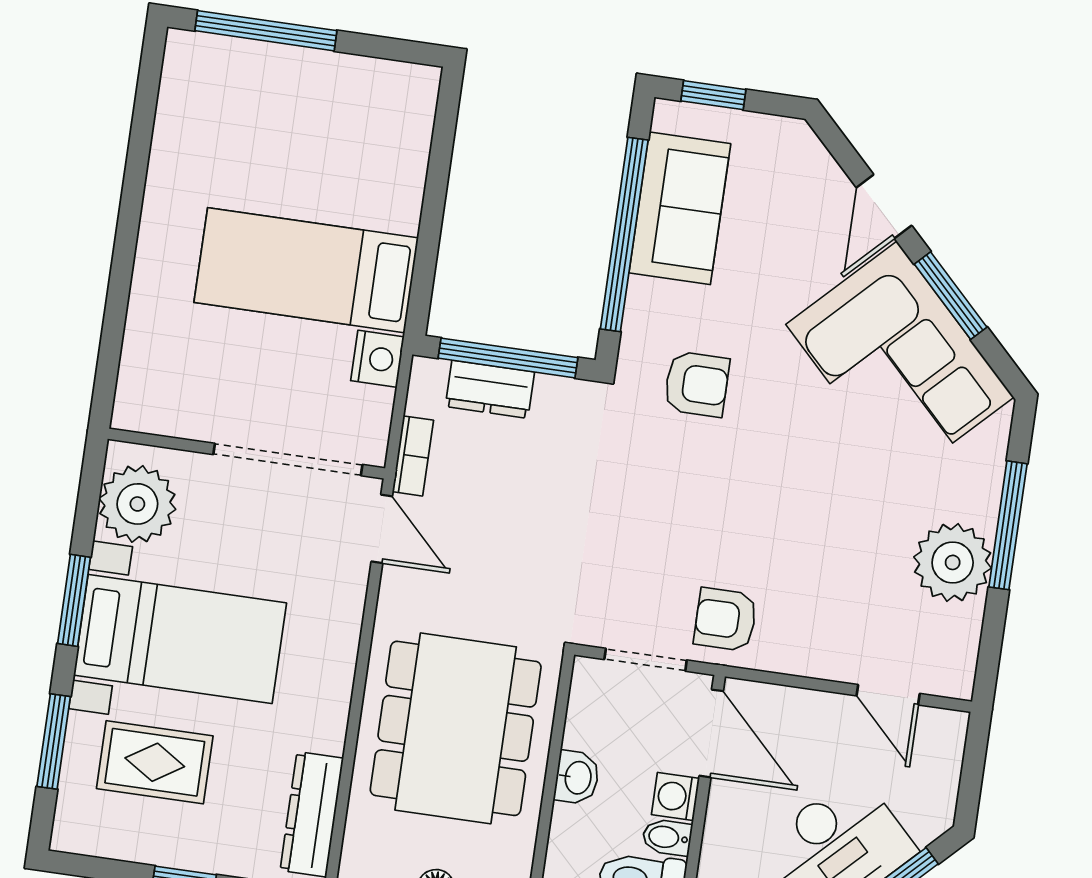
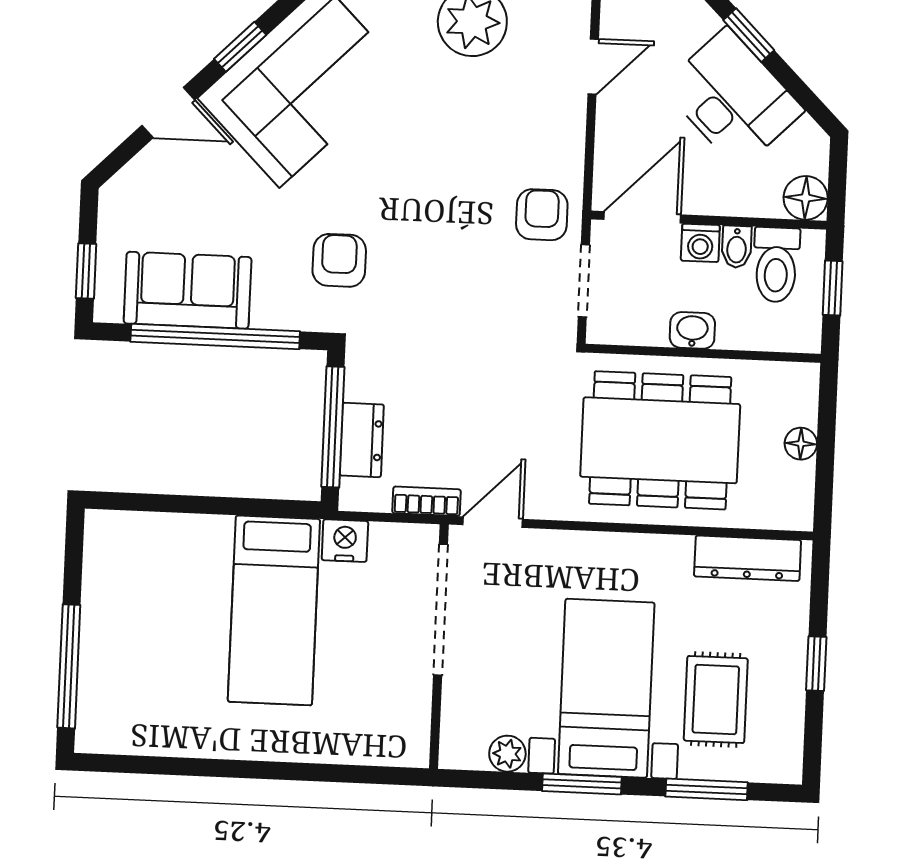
window: (951, 296) -> (240, 47), width x0.67
plant: (137, 504) -> (507, 754), width x0.53, depth x0.53
armchair: (725, 620) -> (542, 215), turned 180

